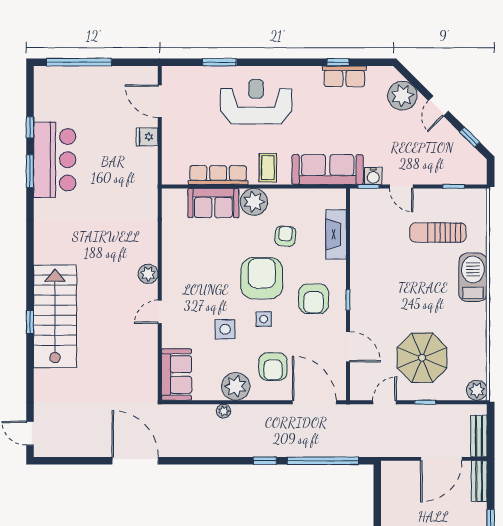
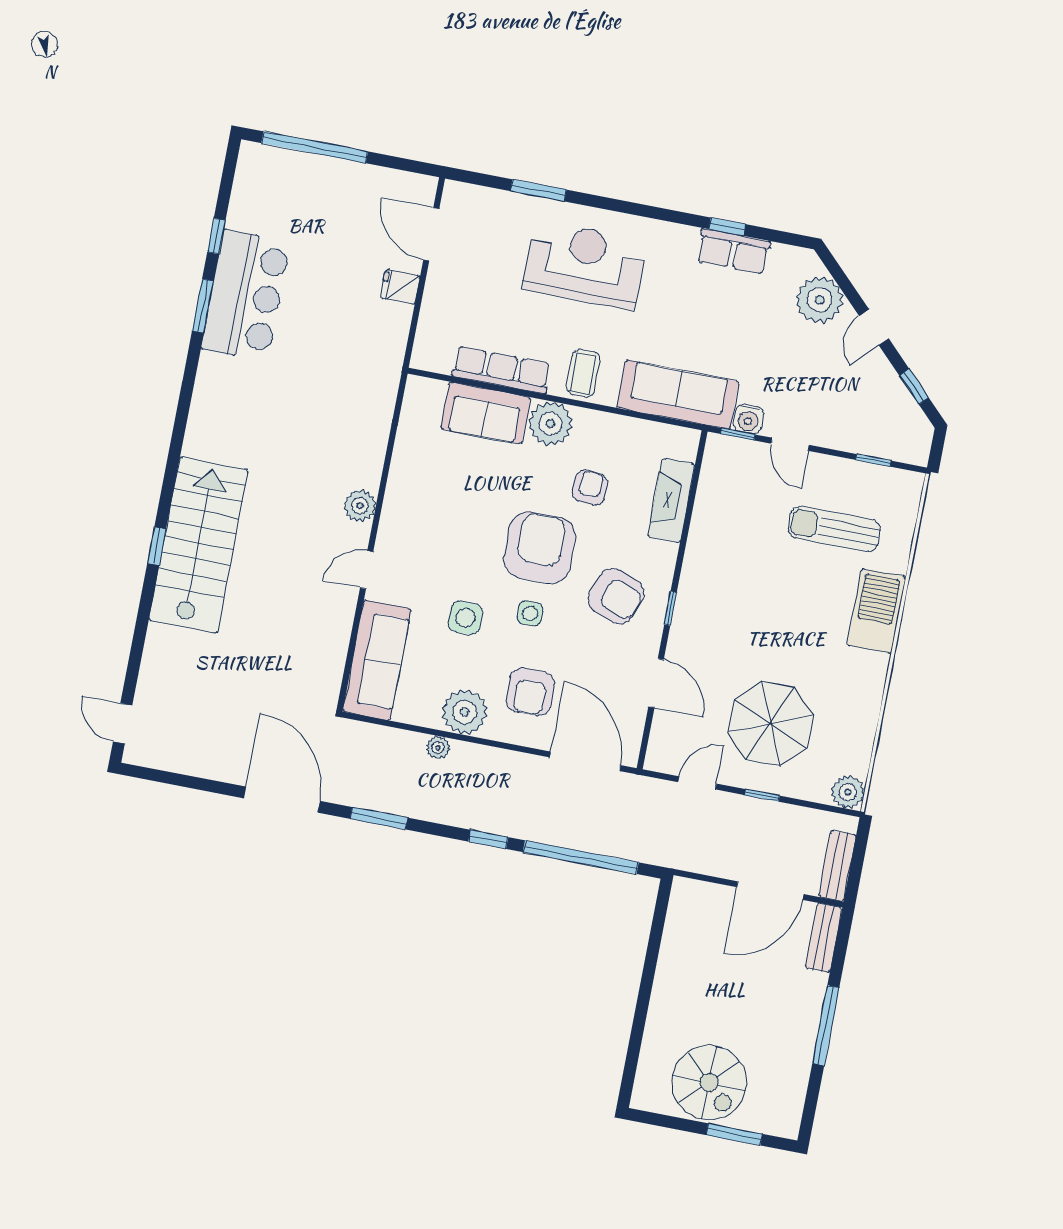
armchair: (314, 299) -> (616, 596), turned -69
sofa: (176, 375) -> (377, 660), width x1.36
window: (196, 461) -> (379, 818), added

